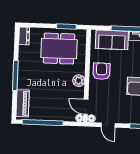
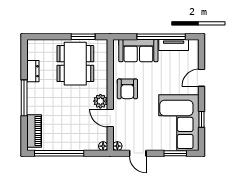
dresser: (24, 36) -> (33, 71), moved
dining table: (59, 49) -> (75, 64), turned 90
armchair: (101, 71) -> (127, 89), turned 180
door: (86, 107) -> (110, 118), moved

